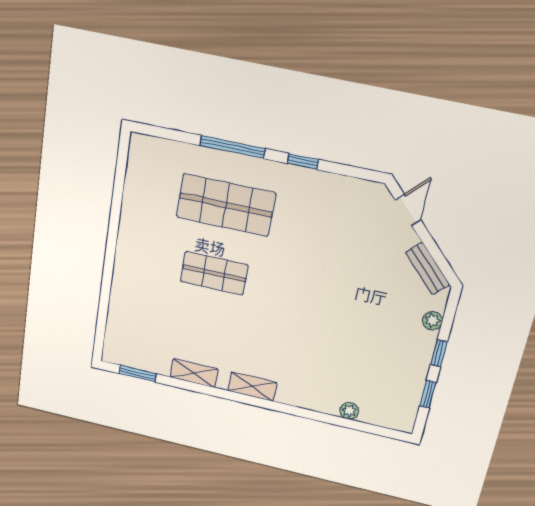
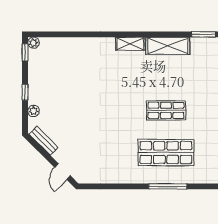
window: (303, 161) -> (126, 186), removed
shelving: (194, 373) -> (168, 46), width x1.50, depth x1.33
window: (428, 394) -> (25, 52), moved
plant: (349, 411) -> (33, 43), moved

